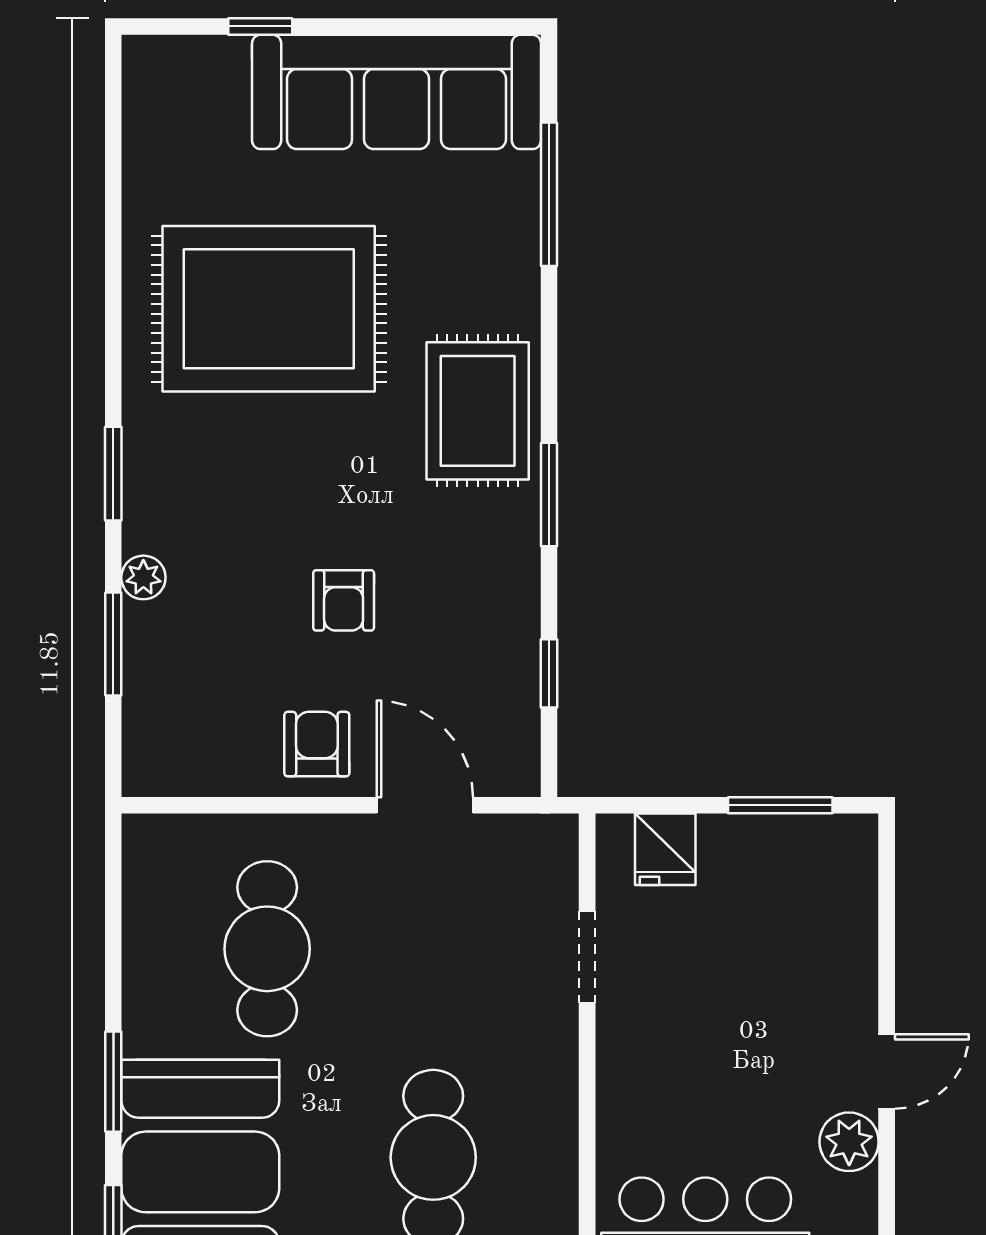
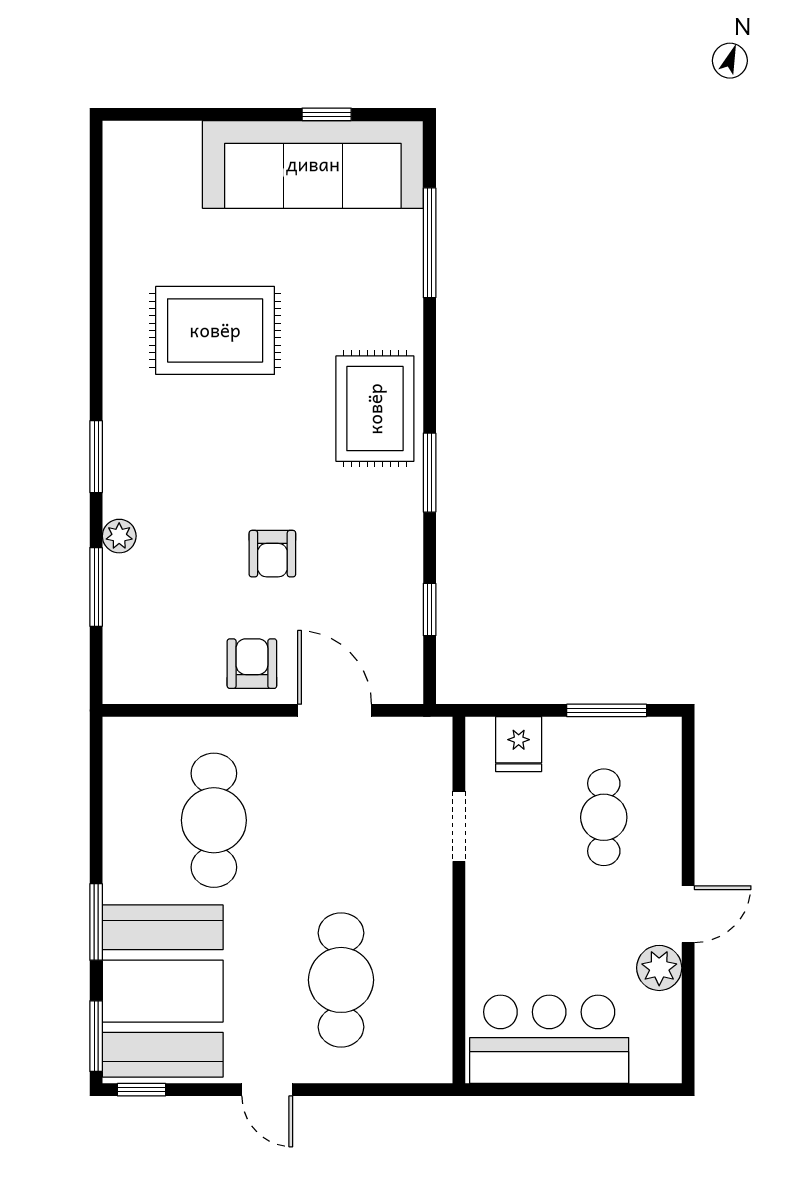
window: (260, 26) -> (327, 114), moved
rug: (269, 309) -> (215, 330), width x0.73, depth x0.69
cafe table: (777, 945) -> (604, 817), added

